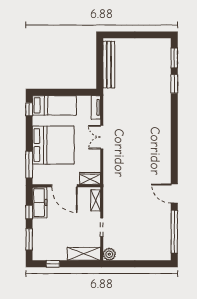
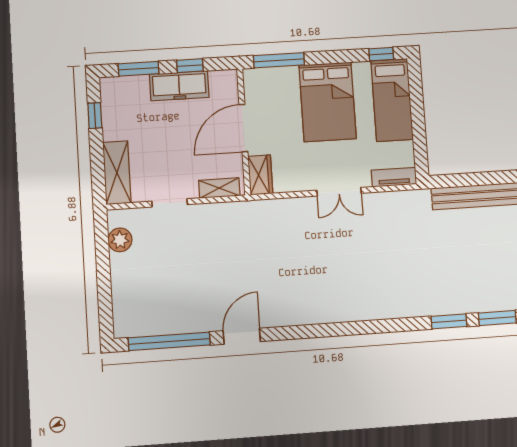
double door: (102, 137) -> (339, 192), swing flipped
bed: (53, 145) -> (328, 102), width x0.73
freezer: (40, 202) -> (179, 86), moved
plant: (109, 254) -> (120, 240), moved

